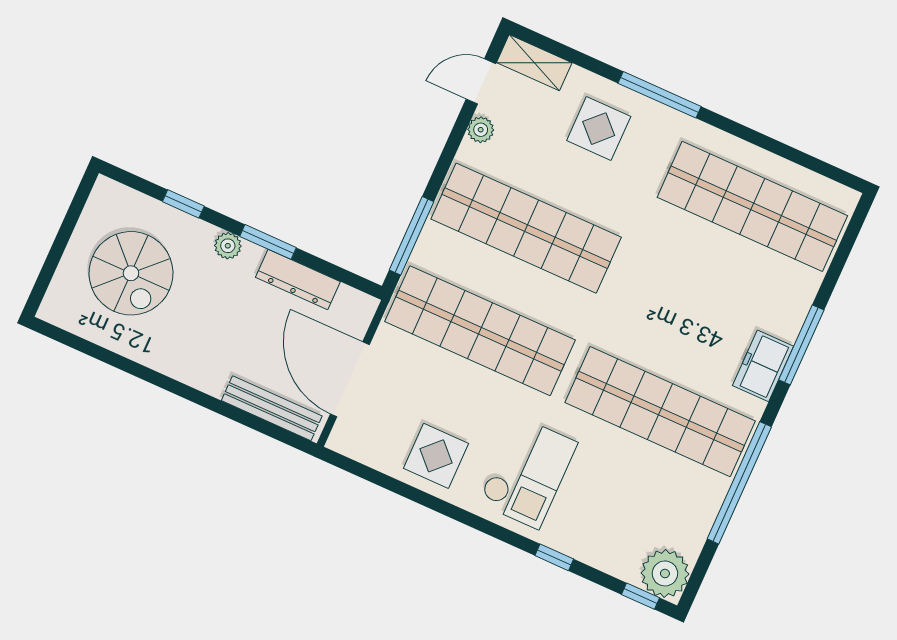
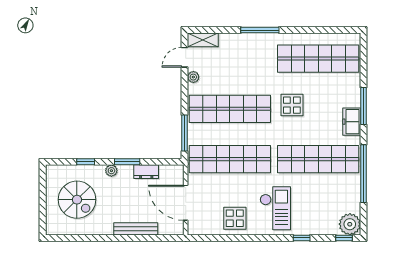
display table: (599, 129) -> (292, 105), moved
dresser: (298, 279) -> (146, 172), width x0.70
bench: (272, 408) -> (136, 229), moved

